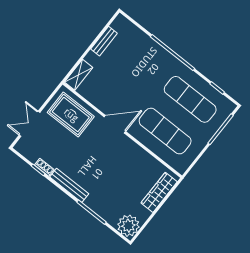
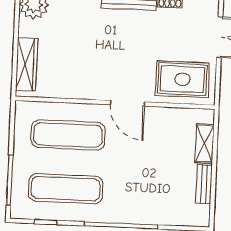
shelving: (79, 75) -> (204, 144), moved
door: (115, 124) -> (127, 103), hinge flipped

